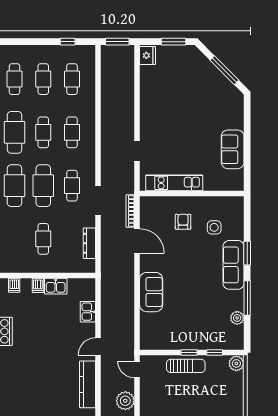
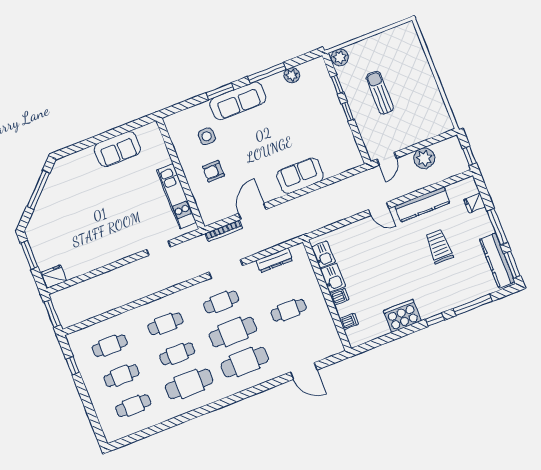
kitchen sink: (88, 312) -> (323, 255), moved, turned -90
sun lounger: (186, 366) -> (380, 93), moved
trolley: (47, 384) -> (439, 246), added

